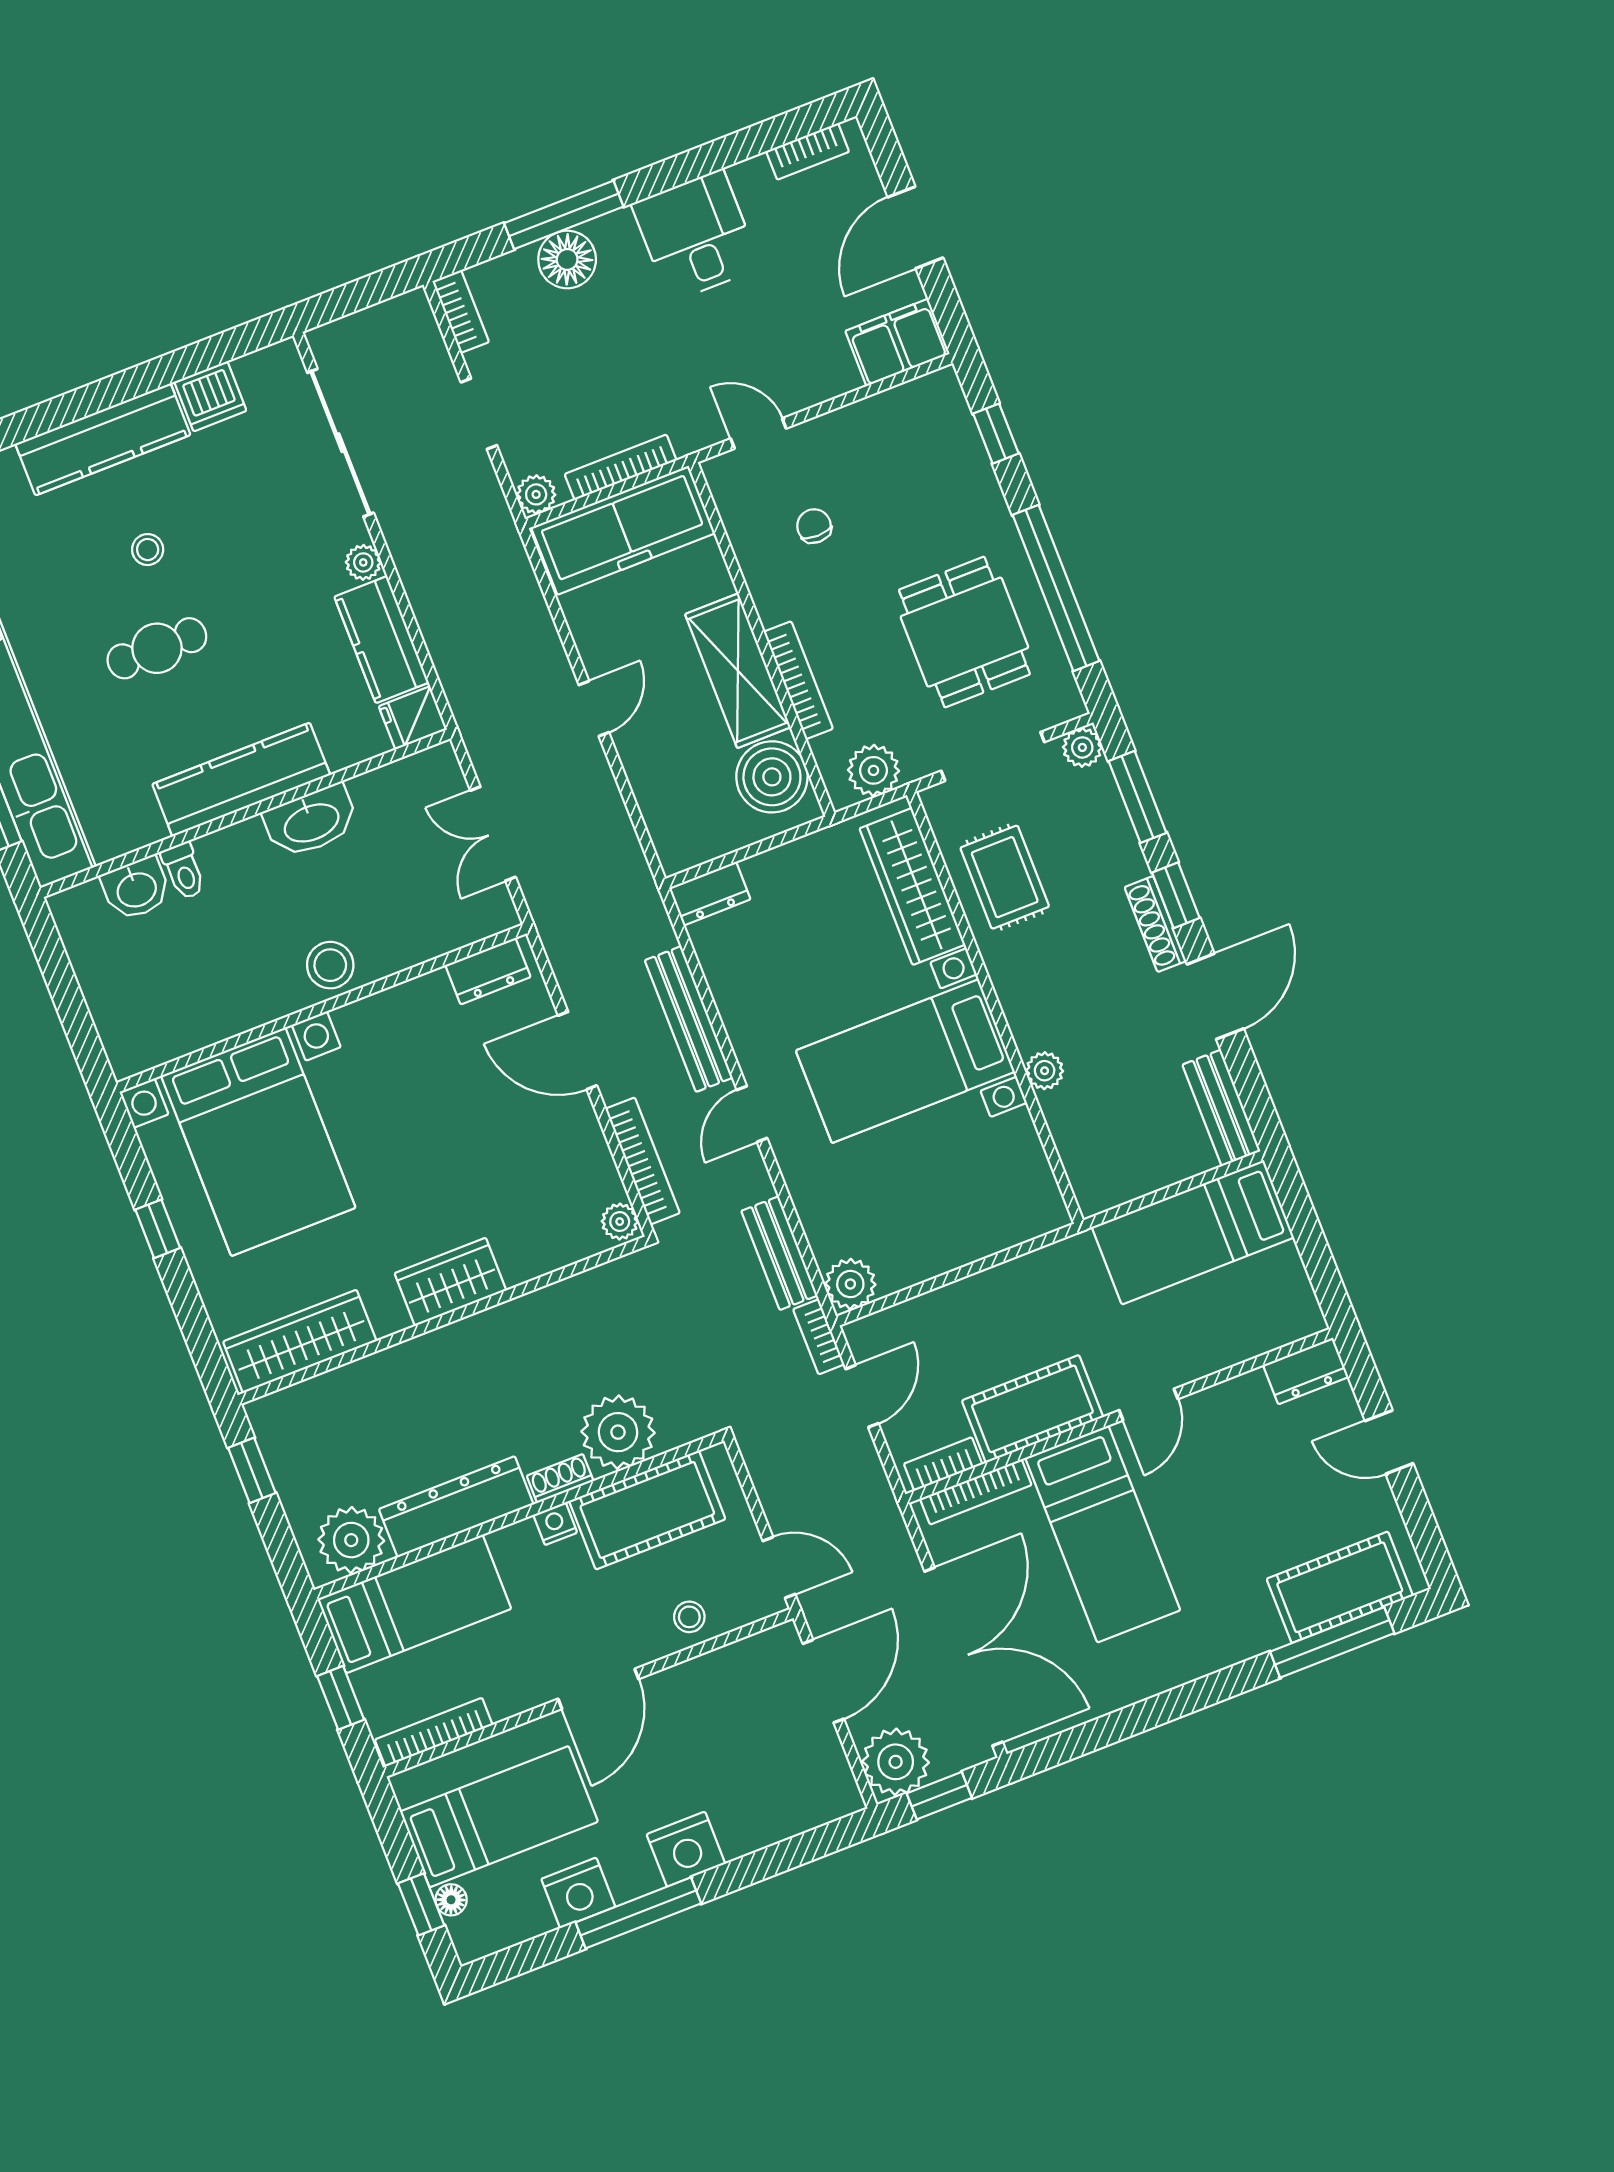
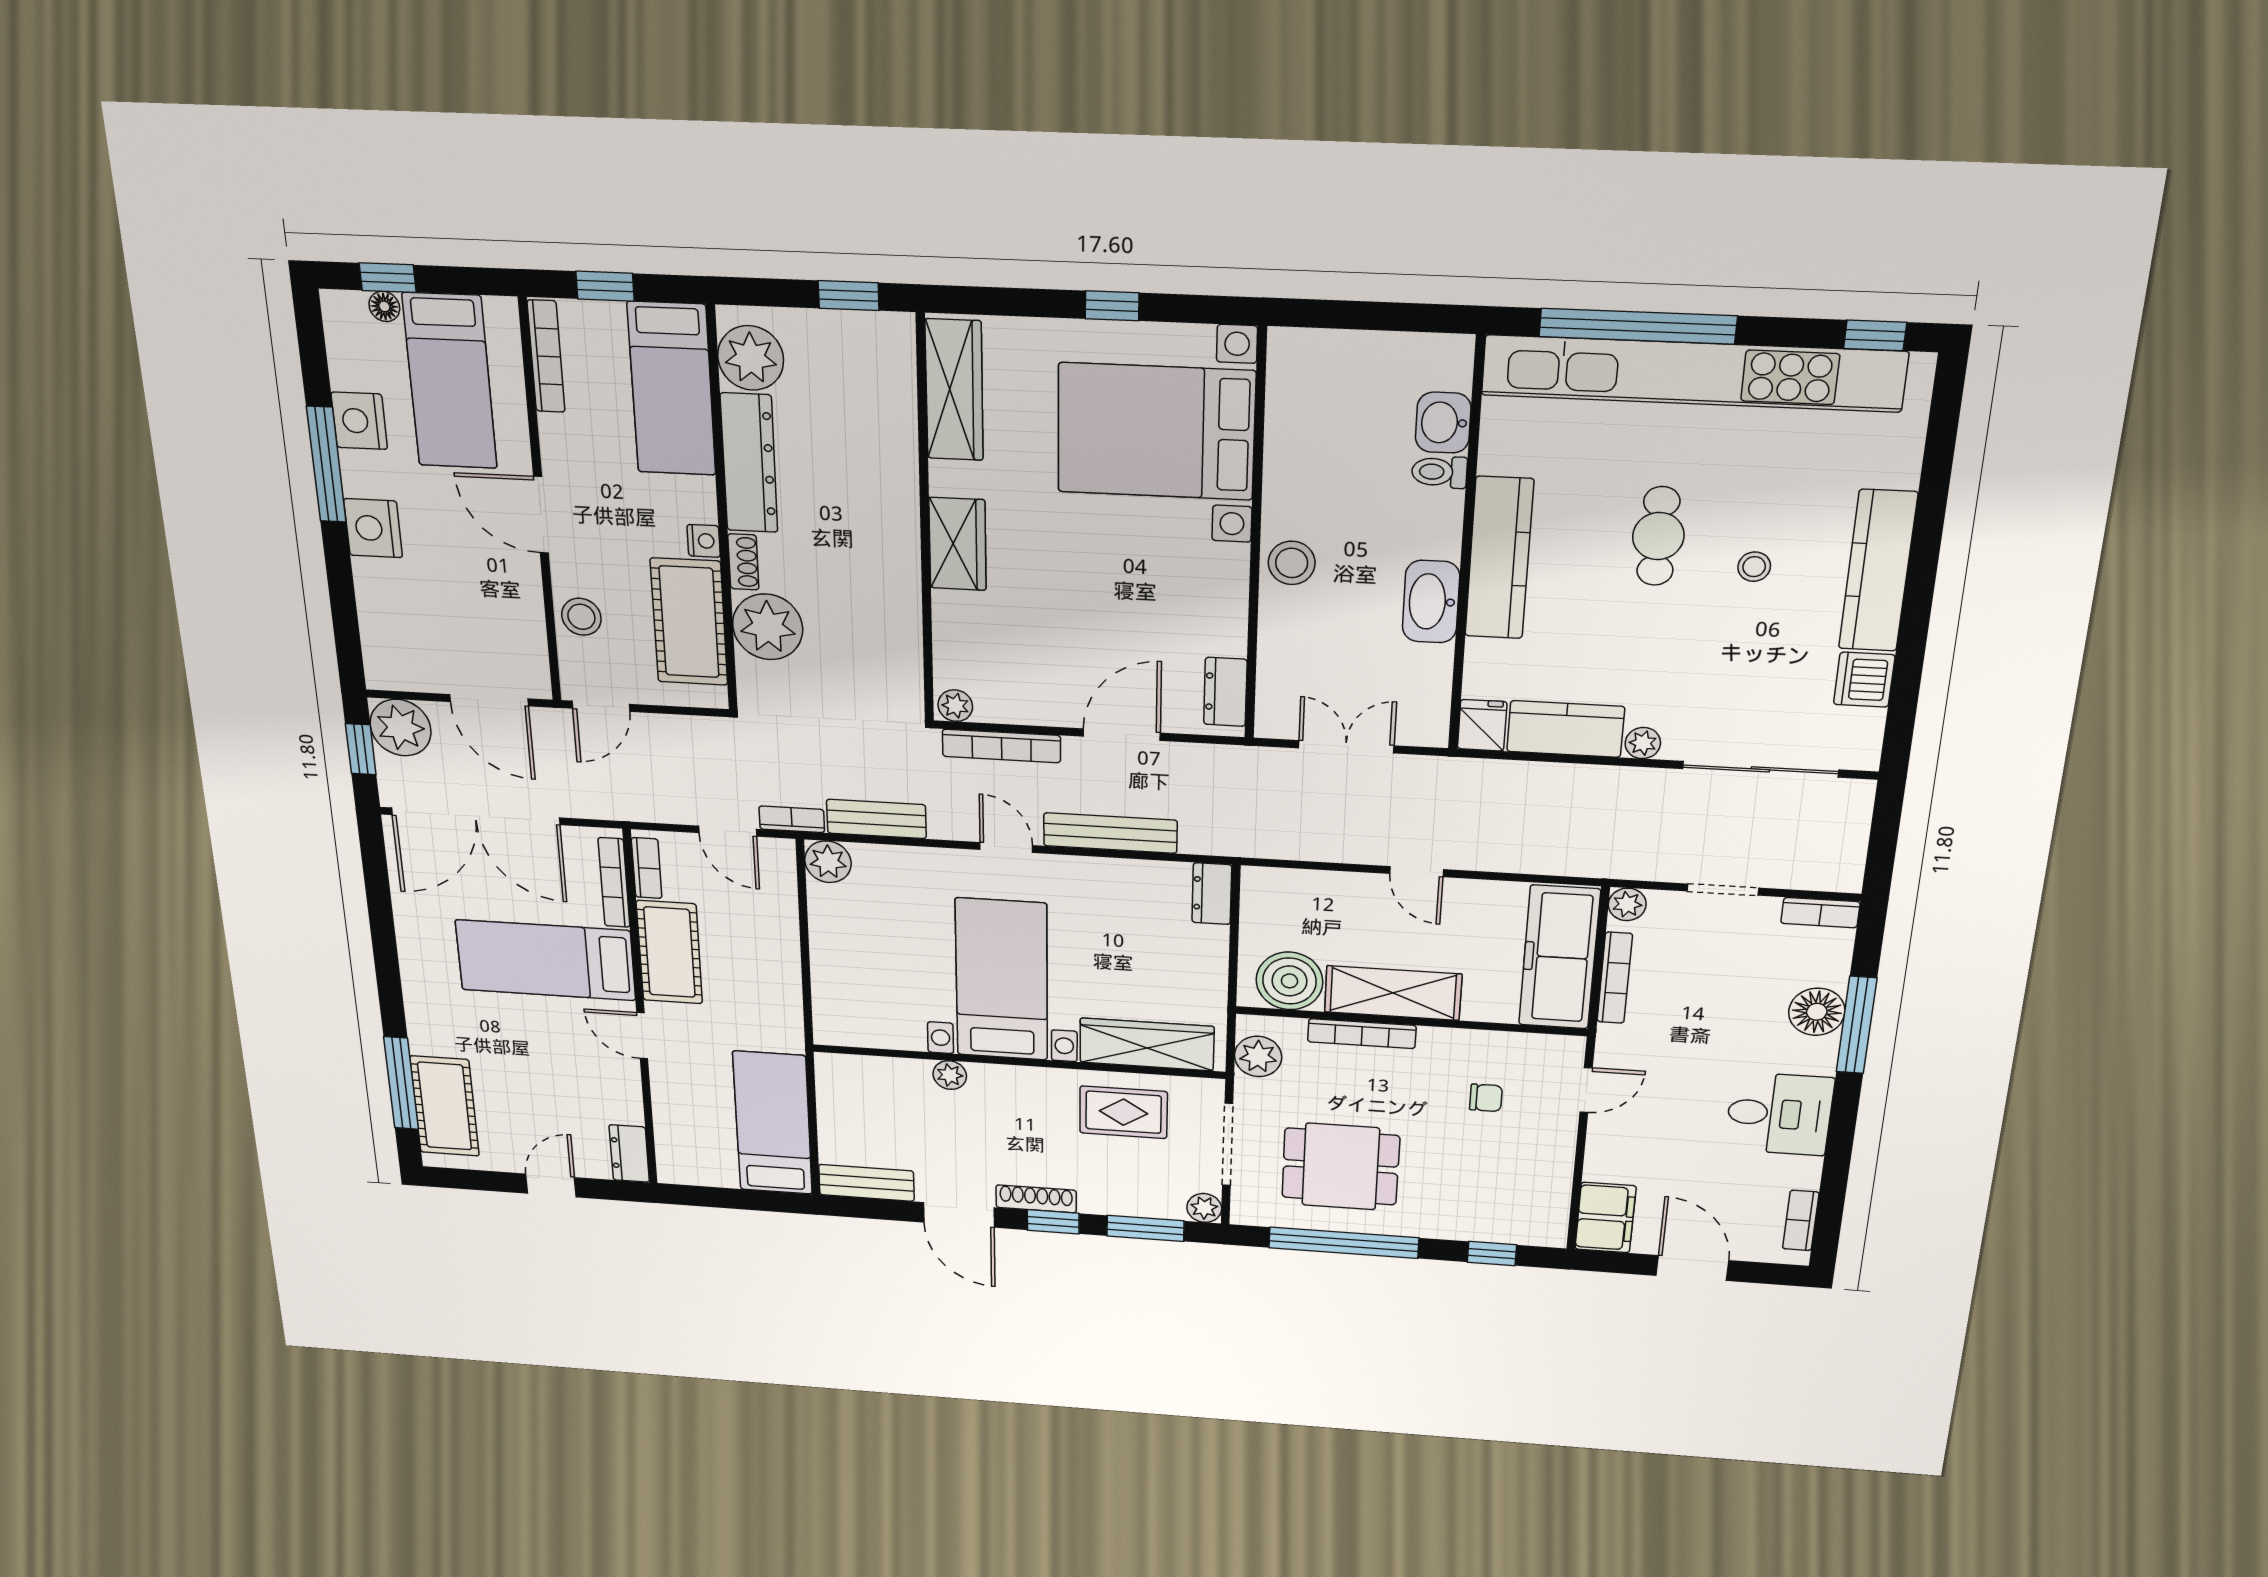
stool: (689, 1617) -> (581, 617), width x1.37, depth x1.37

